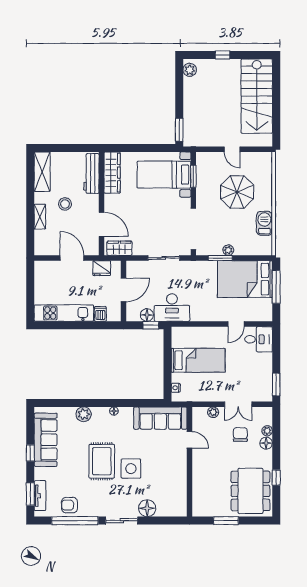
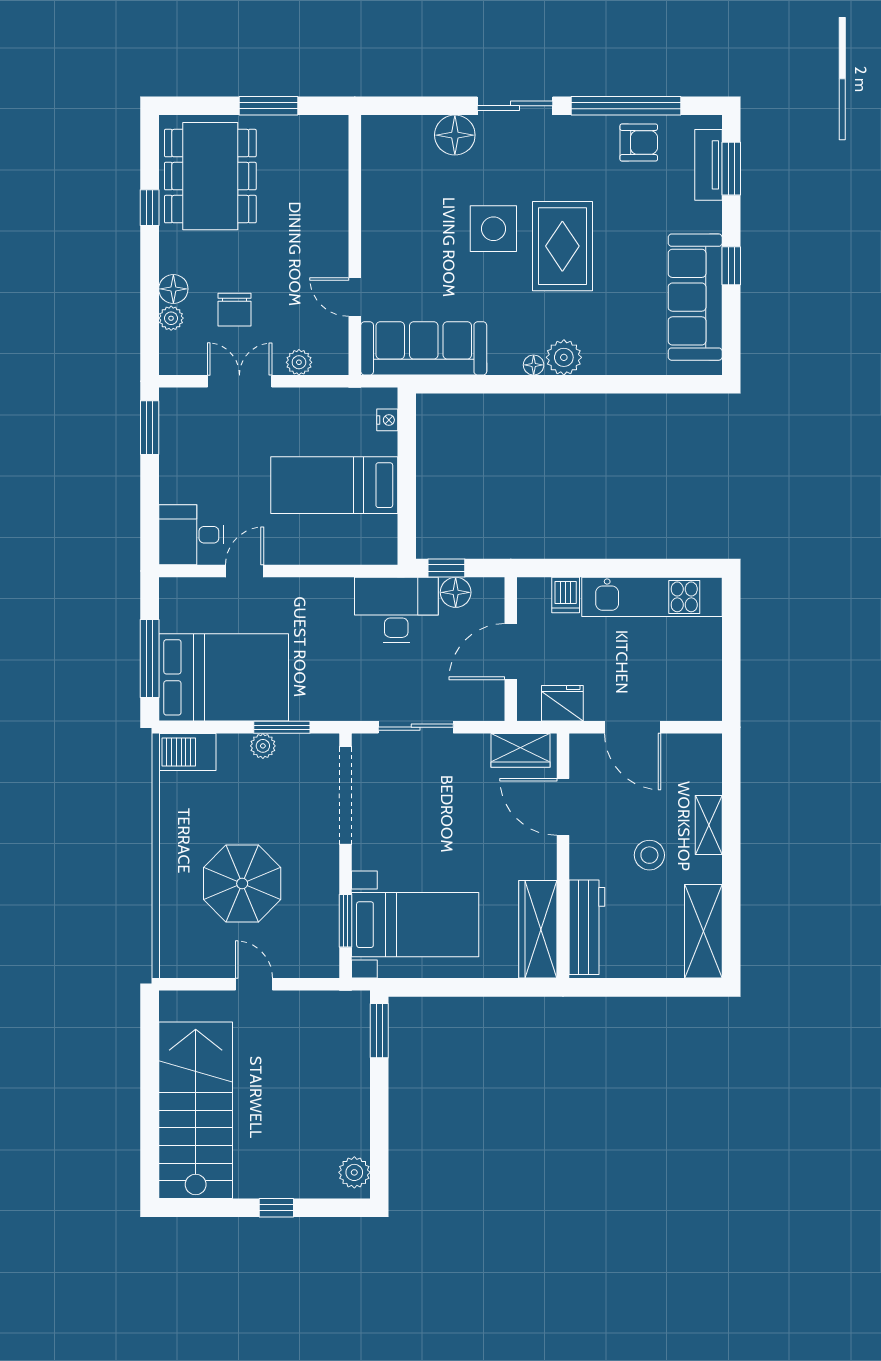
barbecue: (264, 223) -> (187, 752), moved, turned 90
plant: (84, 414) -> (564, 357), moved

